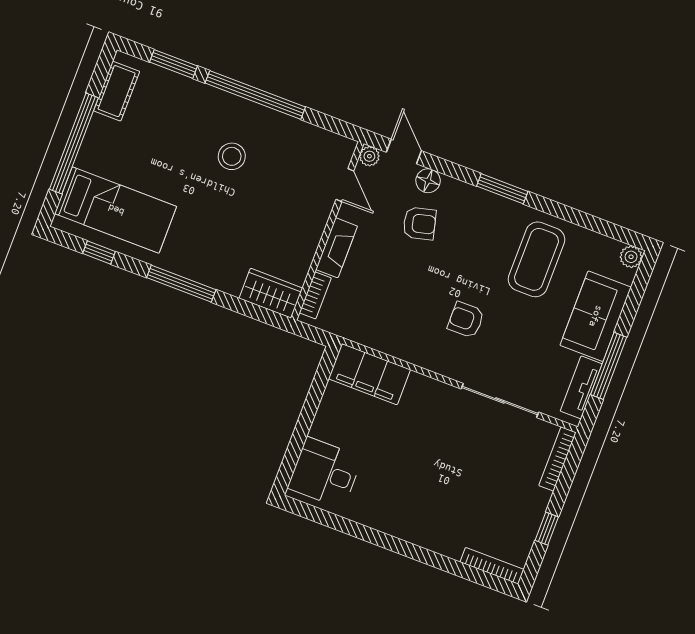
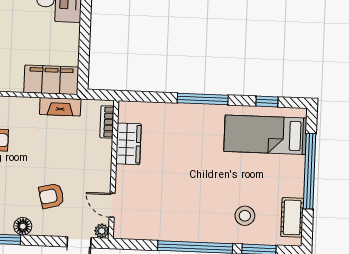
stool: (232, 156) -> (245, 216), moved
floor lamp: (428, 181) -> (23, 226), moved
fireplace: (337, 248) -> (60, 107), moved, turned -90
wardrobe: (271, 293) -> (128, 144), moved, turned -90

